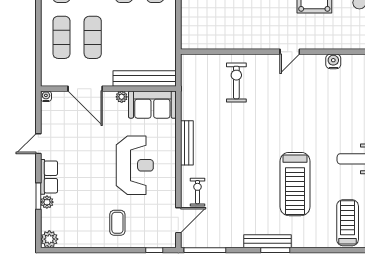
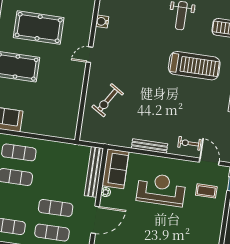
door: (290, 52) -> (90, 55), swing flipped
exercise bike: (236, 82) -> (108, 100), turned -58
coffee table: (117, 223) -> (206, 191), moved

